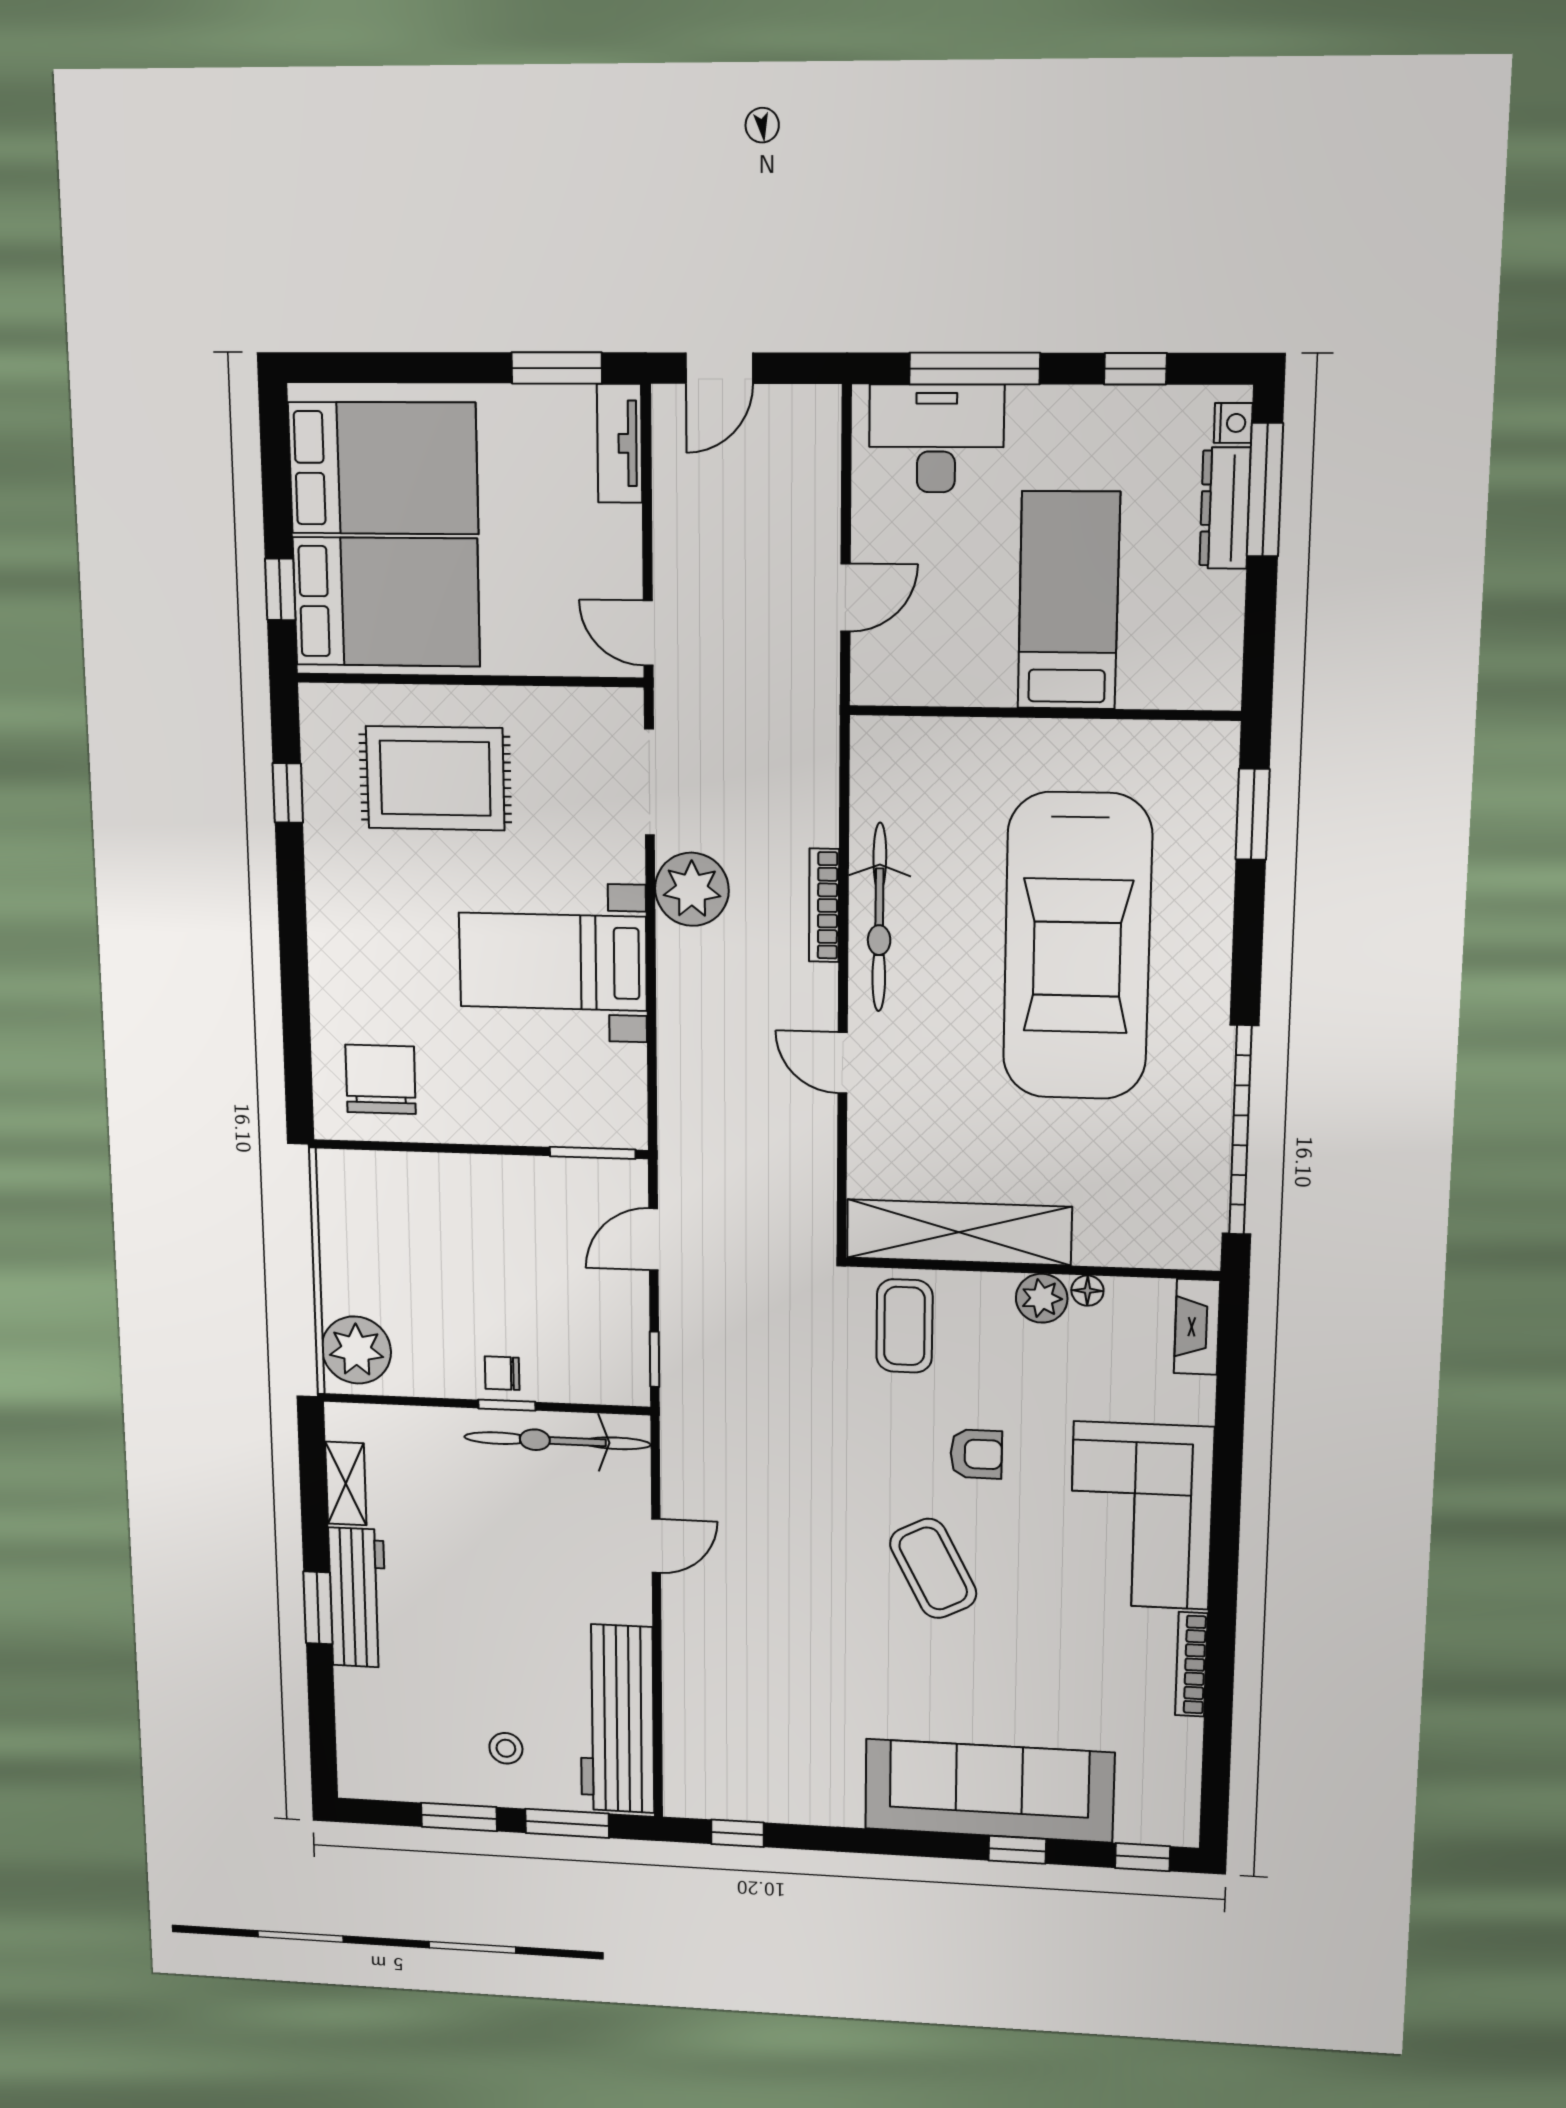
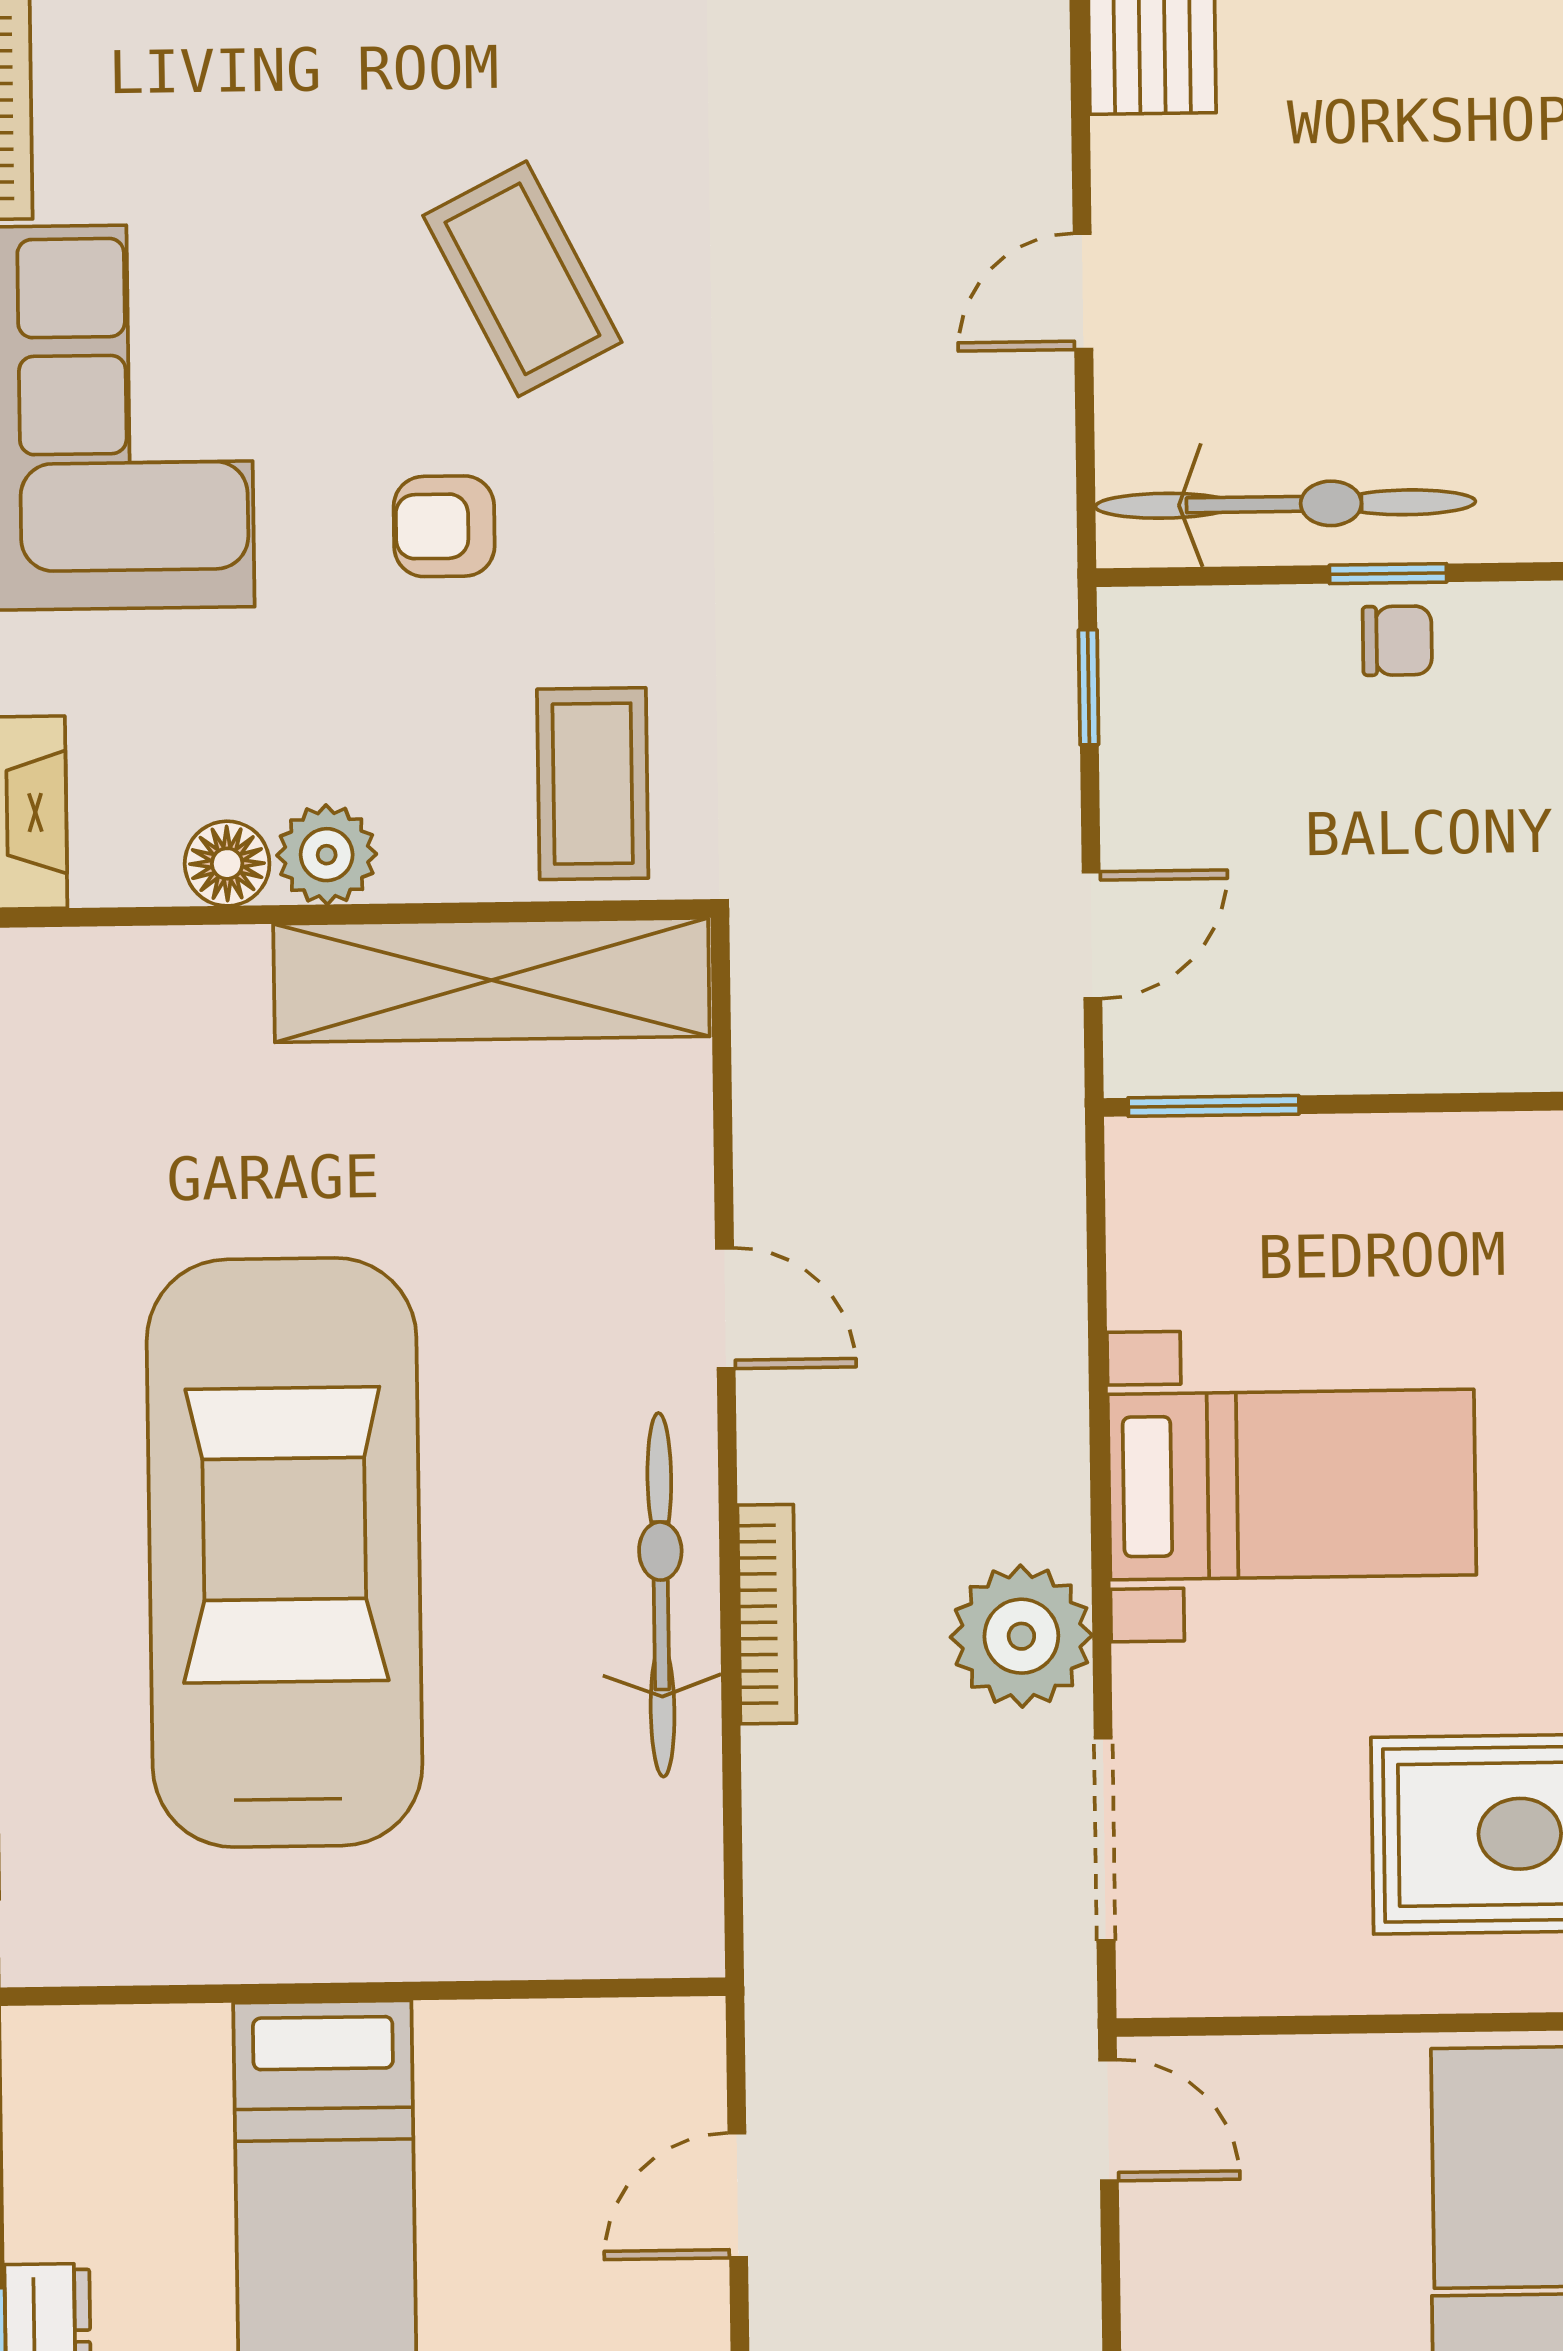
floor lamp: (1087, 1291) -> (227, 864), width x1.37, depth x1.37

